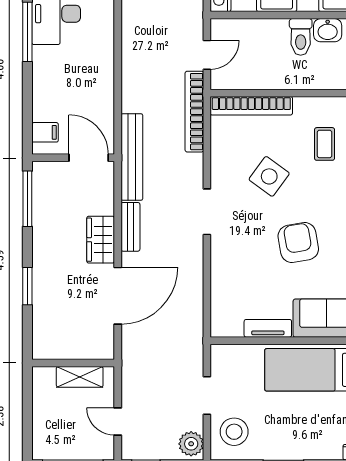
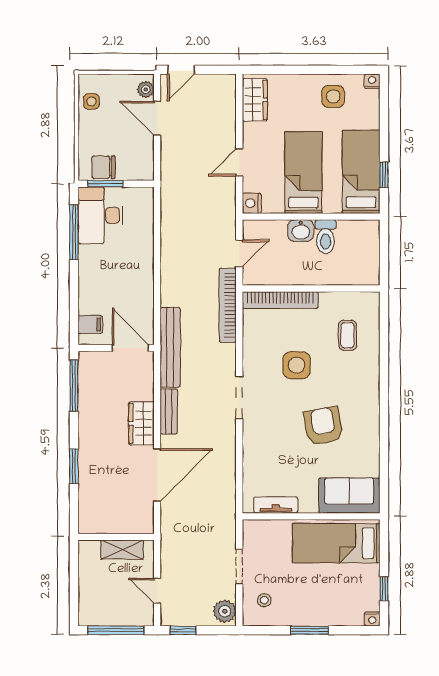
washbasin: (328, 30) -> (301, 231), moved
side table: (269, 176) -> (297, 365), turned -36
tv unit: (268, 328) -> (276, 505), moved
stool: (234, 432) -> (264, 600), width x0.53, depth x0.53

